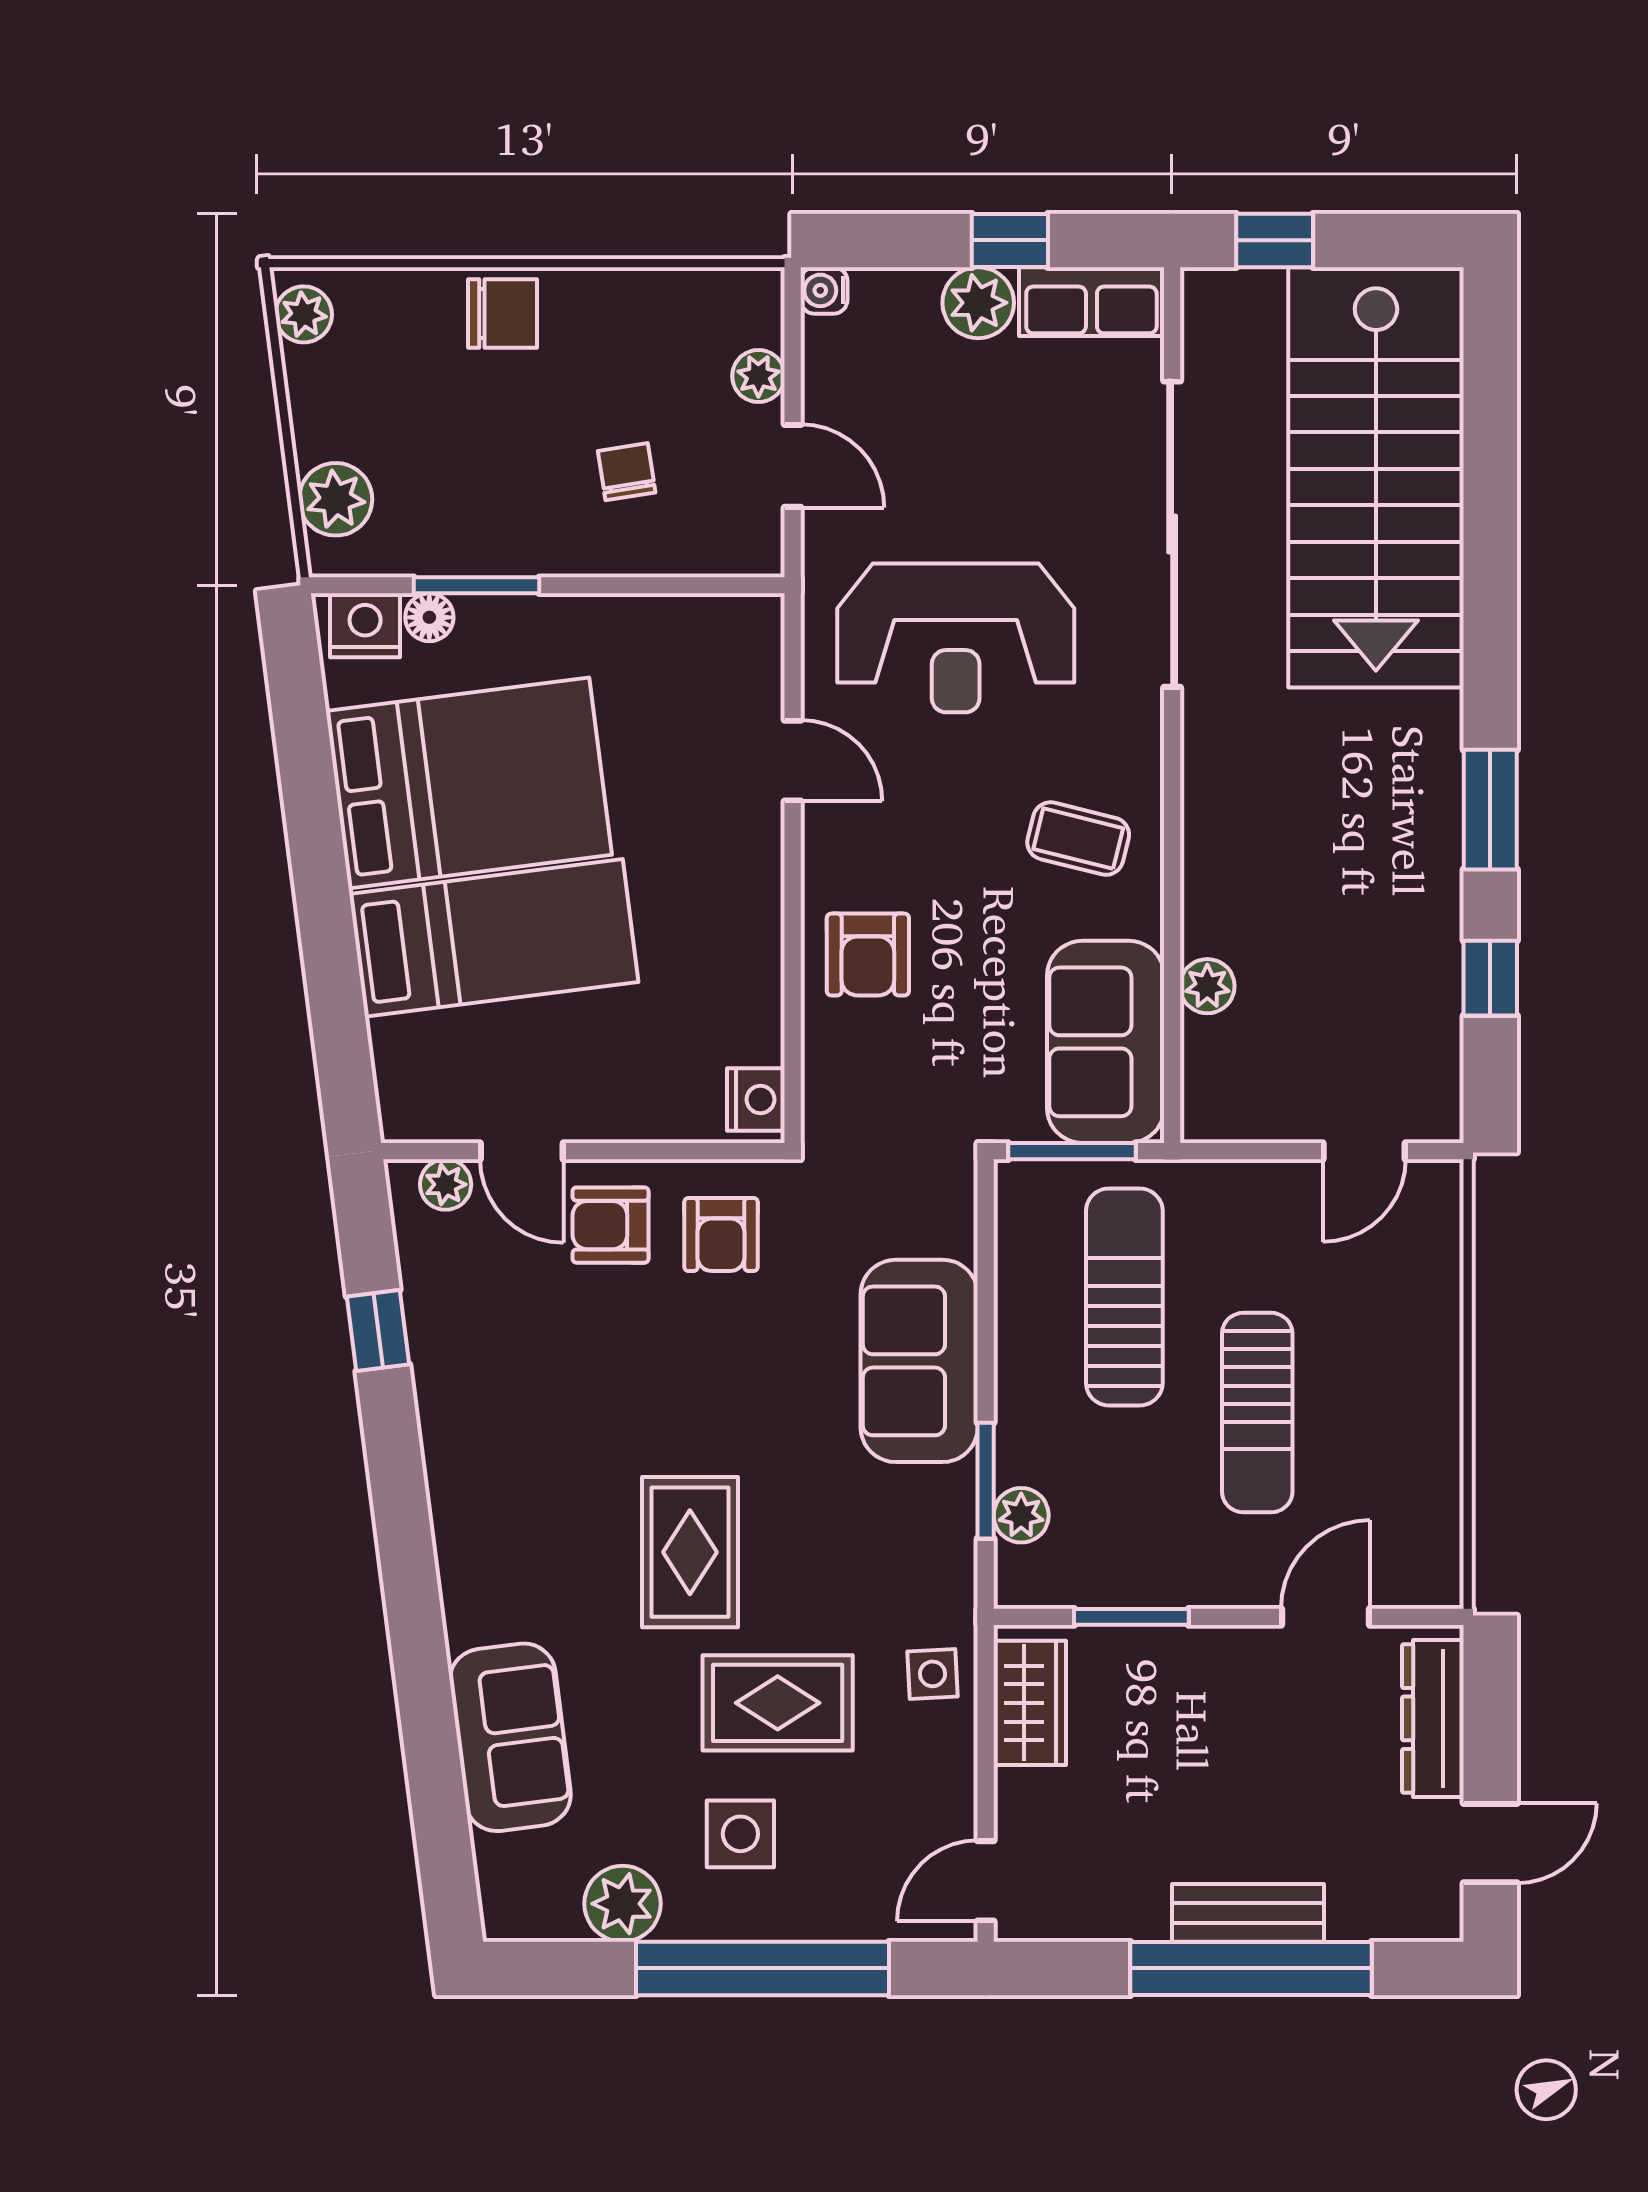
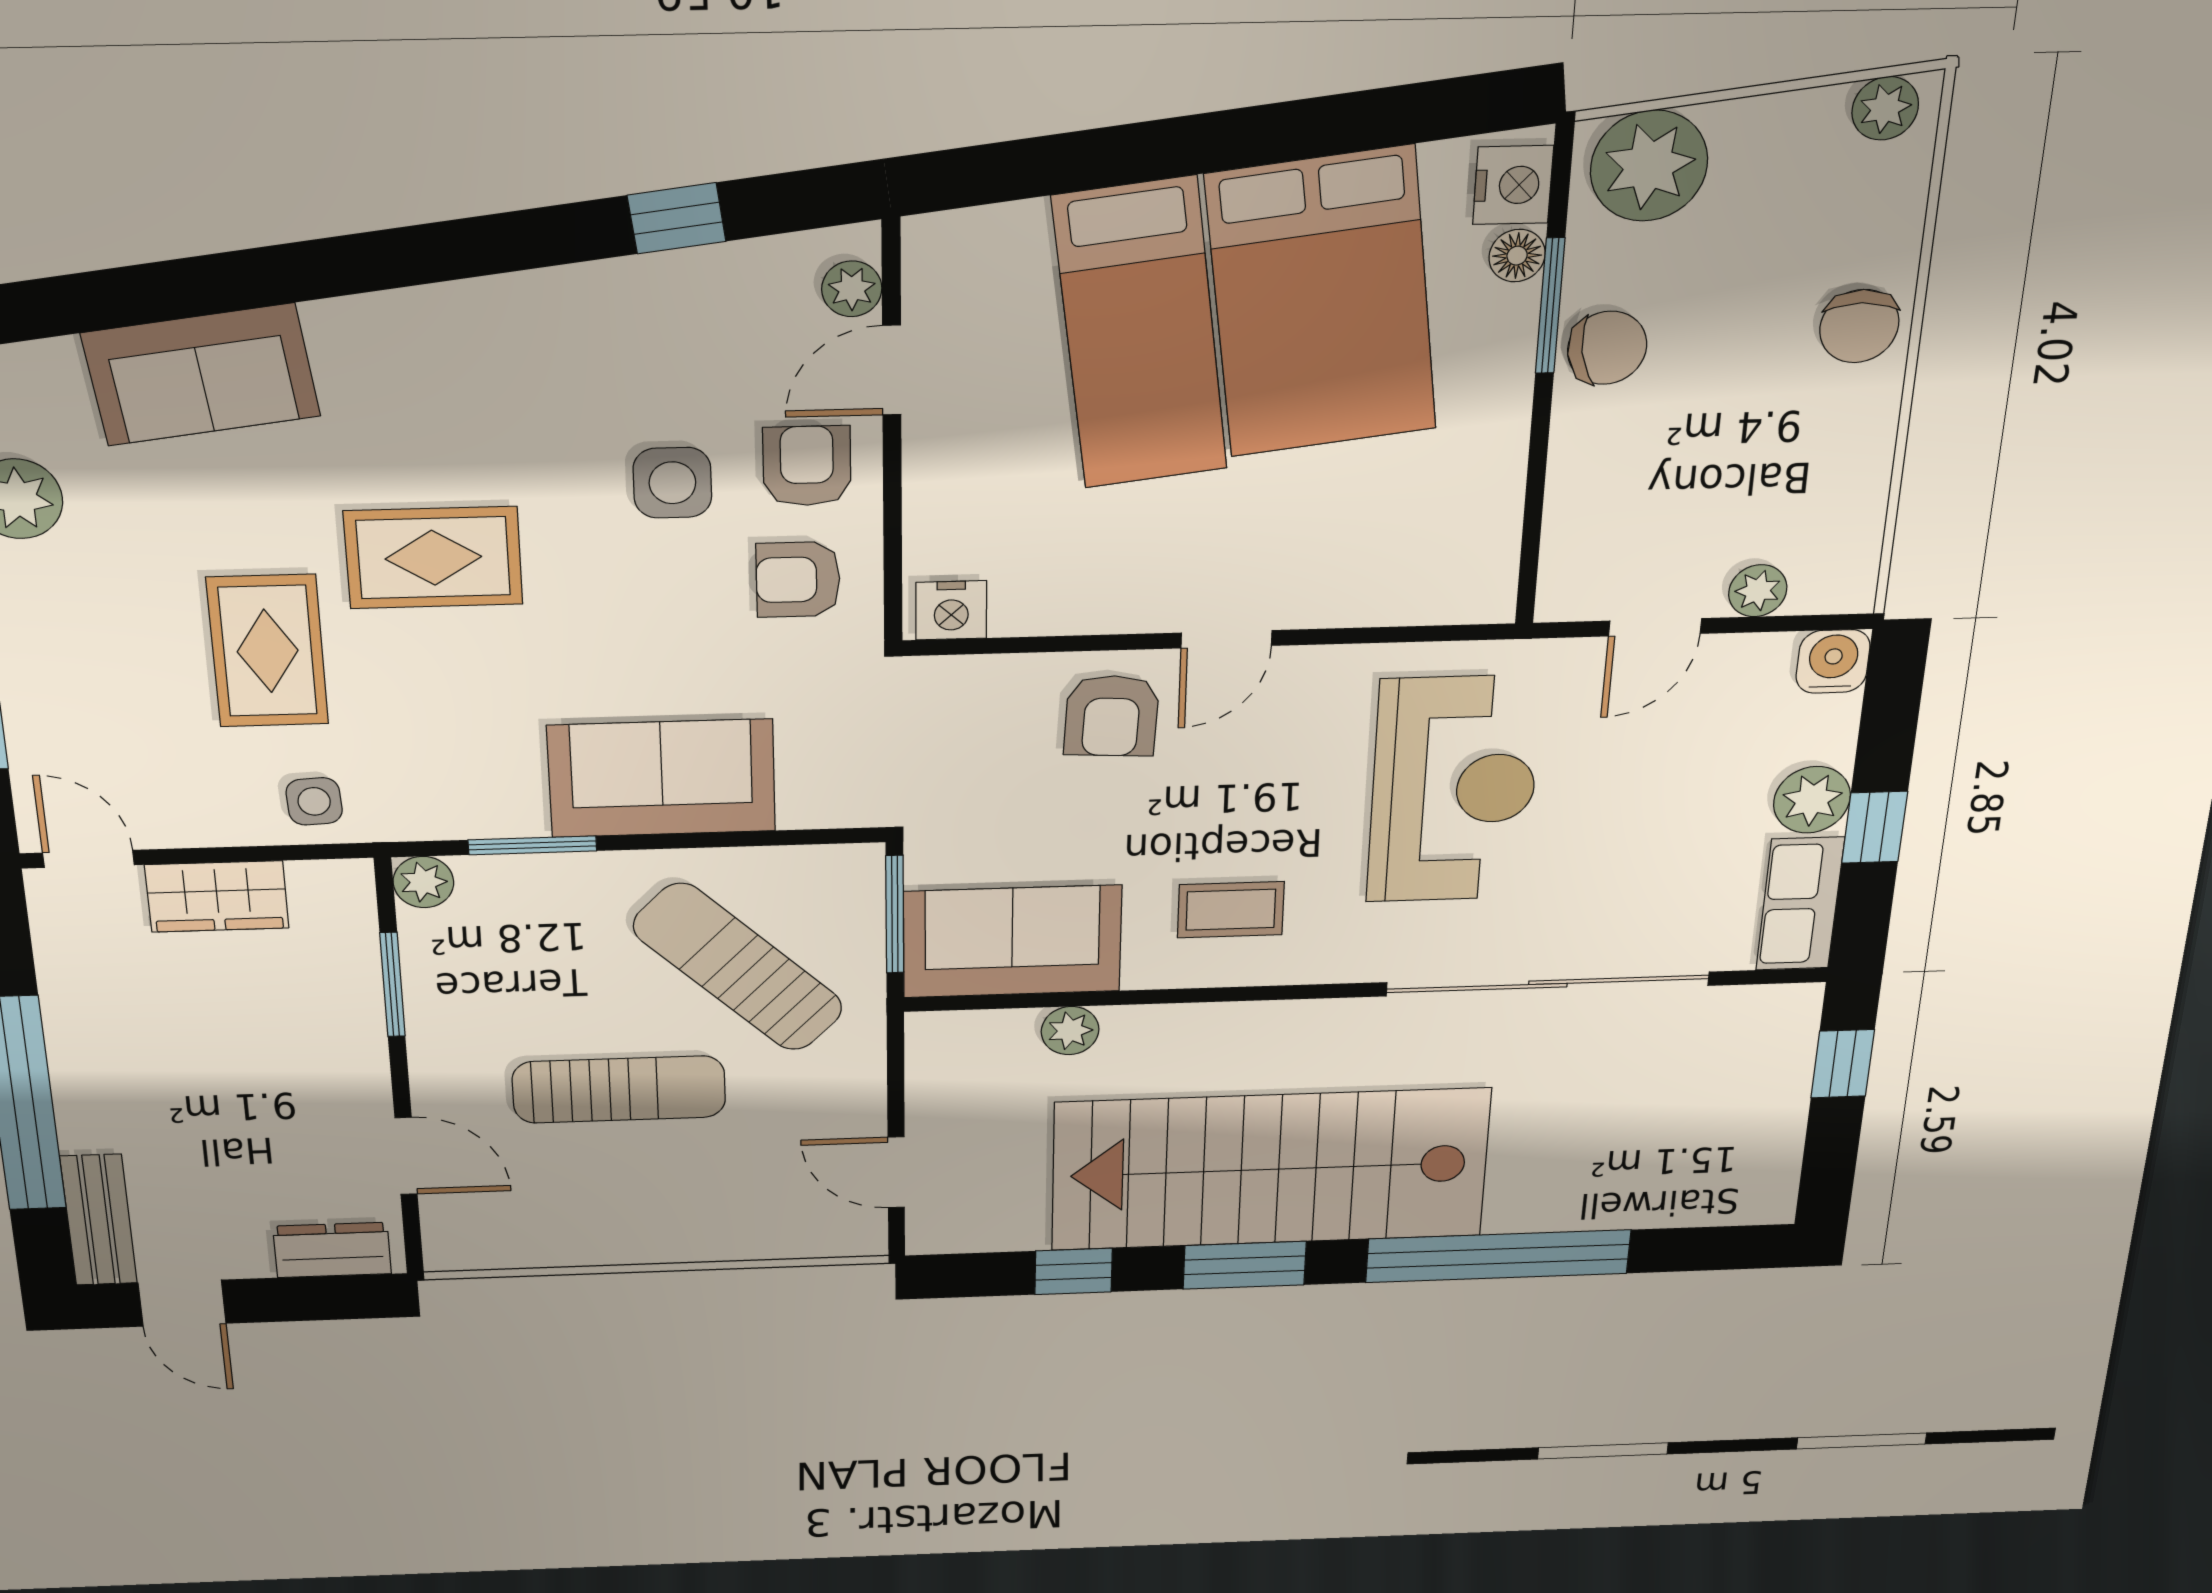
water cooler: (824, 290) -> (1833, 661), width x1.38, depth x1.38
chair: (627, 472) -> (1607, 348), moved, width x1.37, depth x1.37
stairs: (1376, 477) -> (1270, 1169), moved
plant: (336, 499) -> (1649, 166), width x1.36, depth x1.36
window: (1490, 559) -> (1498, 1256), added
reception desk: (956, 638) -> (1453, 789), turned 180
door: (793, 761) -> (1226, 639), moved
coffee table: (1078, 839) -> (1231, 910), turned 76
armchair: (868, 954) -> (1111, 716), turned -87
sun lounger: (1124, 1297) -> (738, 967), turned -136
sun lounger: (1257, 1413) -> (619, 1089), turned 180
plant: (1021, 1515) -> (423, 882), moved
wardrobe: (1030, 1703) -> (217, 896), moved
dresser: (1433, 1718) -> (332, 1250), width x0.70
side table: (740, 1834) -> (672, 483), moved
bench: (1248, 1913) -> (99, 1220), moved

